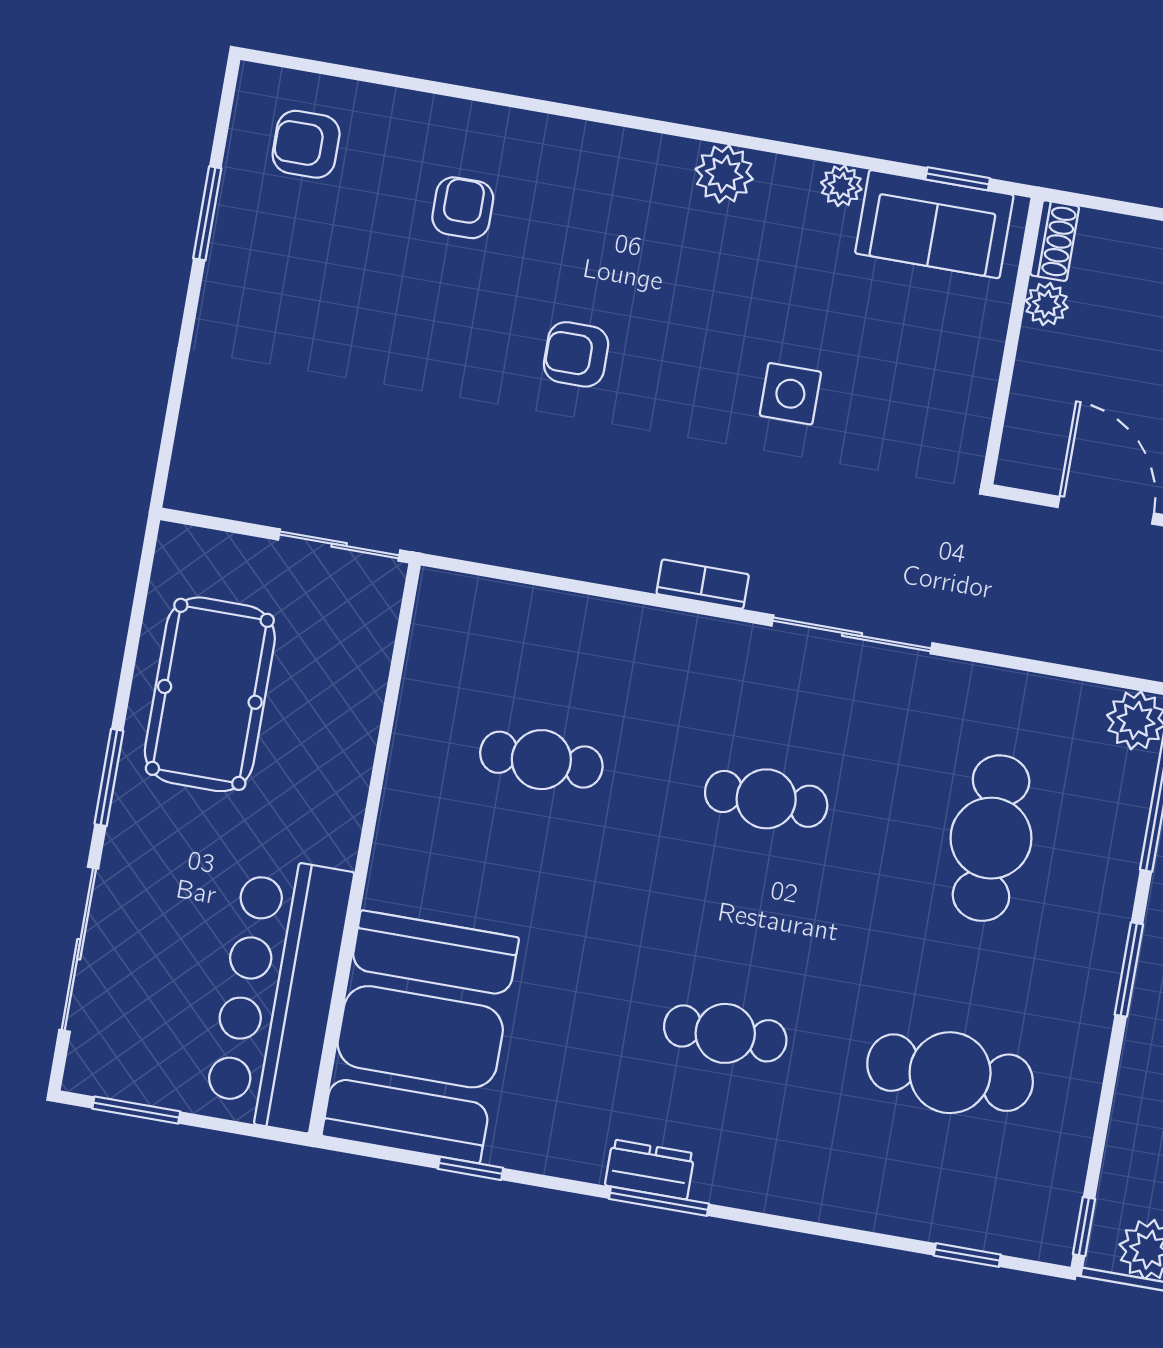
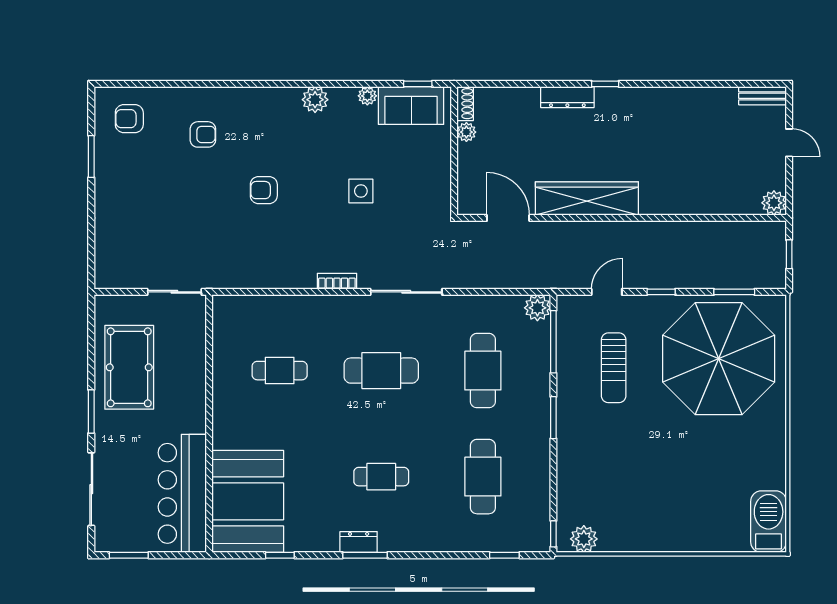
armchair: (463, 208) -> (203, 134), turned 90
cafe table: (766, 799) -> (381, 371), width x1.37, depth x1.35
cafe table: (950, 1073) -> (483, 477), turned 90

